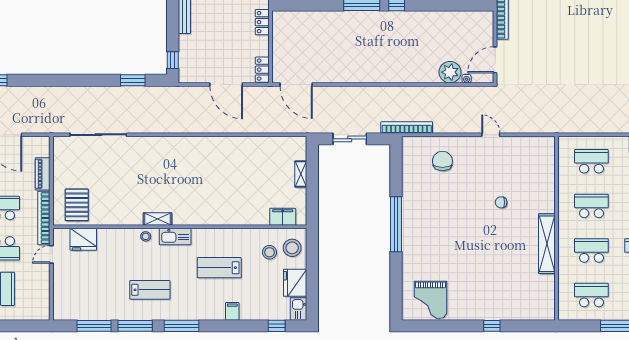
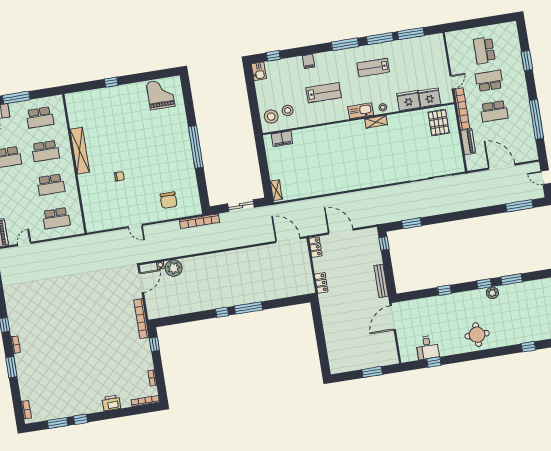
shelving: (301, 174) -> (276, 190), moved
fridge: (295, 283) -> (408, 100), moved, turned -90

